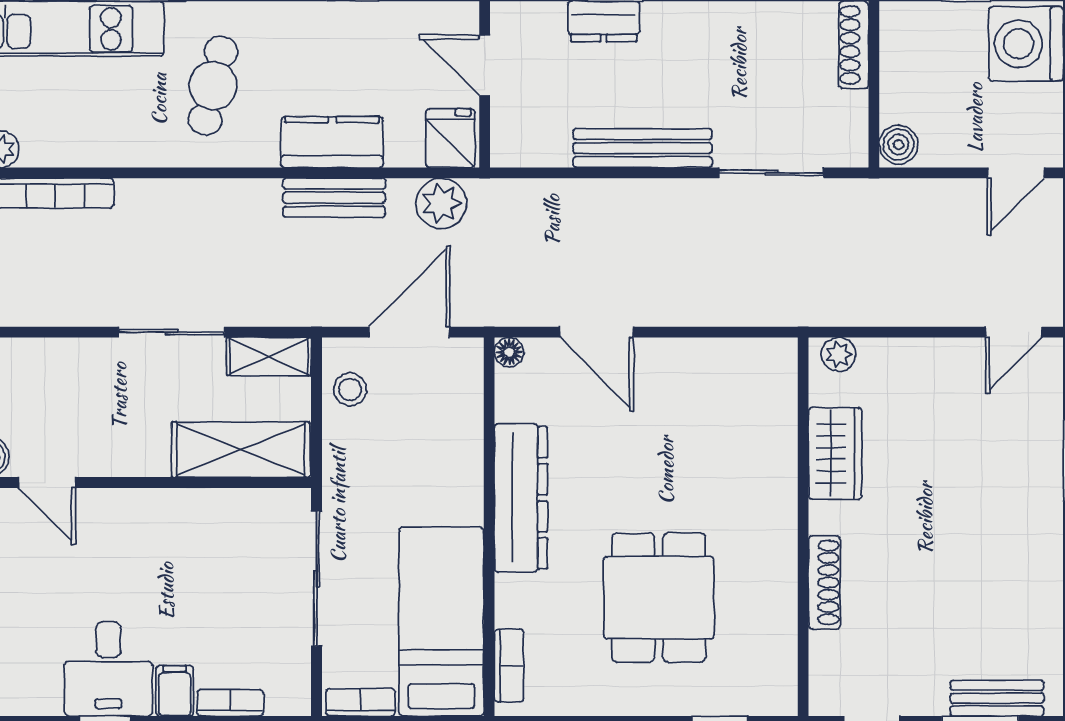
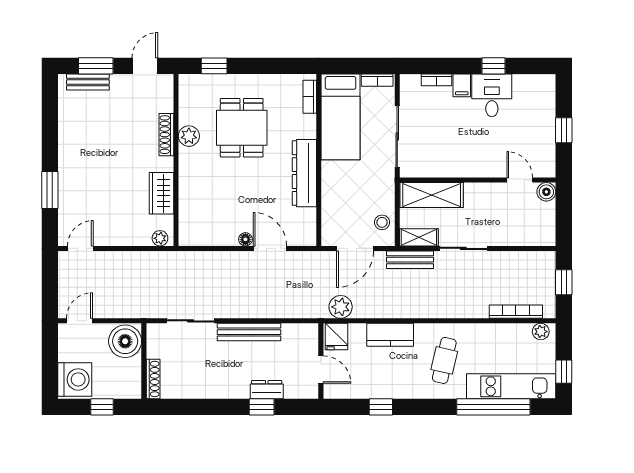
boiler: (899, 145) -> (125, 341), width x1.86, depth x1.86
bench: (334, 198) -> (410, 260), moved
floor lamp: (509, 352) -> (245, 239), moved
plant: (775, 579) -> (189, 136), added

